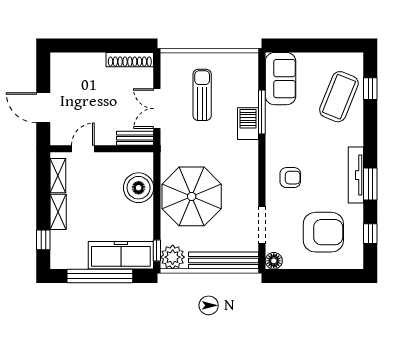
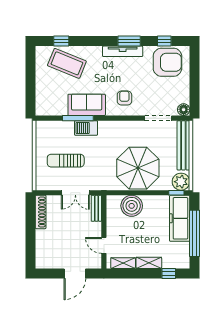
sofa: (281, 79) -> (87, 105), moved
armchair: (323, 232) -> (167, 62), moved, turned 90

